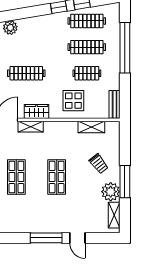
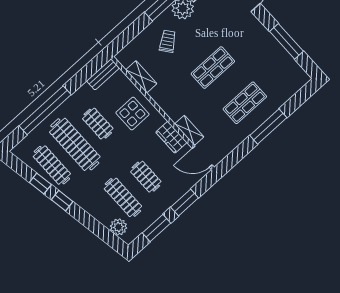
clothes rail: (26, 47) -> (123, 197), added
clothes rail: (87, 47) -> (75, 144), width x1.37, depth x1.31
clothes rail: (26, 73) -> (146, 177), width x0.73
window: (46, 238) -> (286, 41), moved

